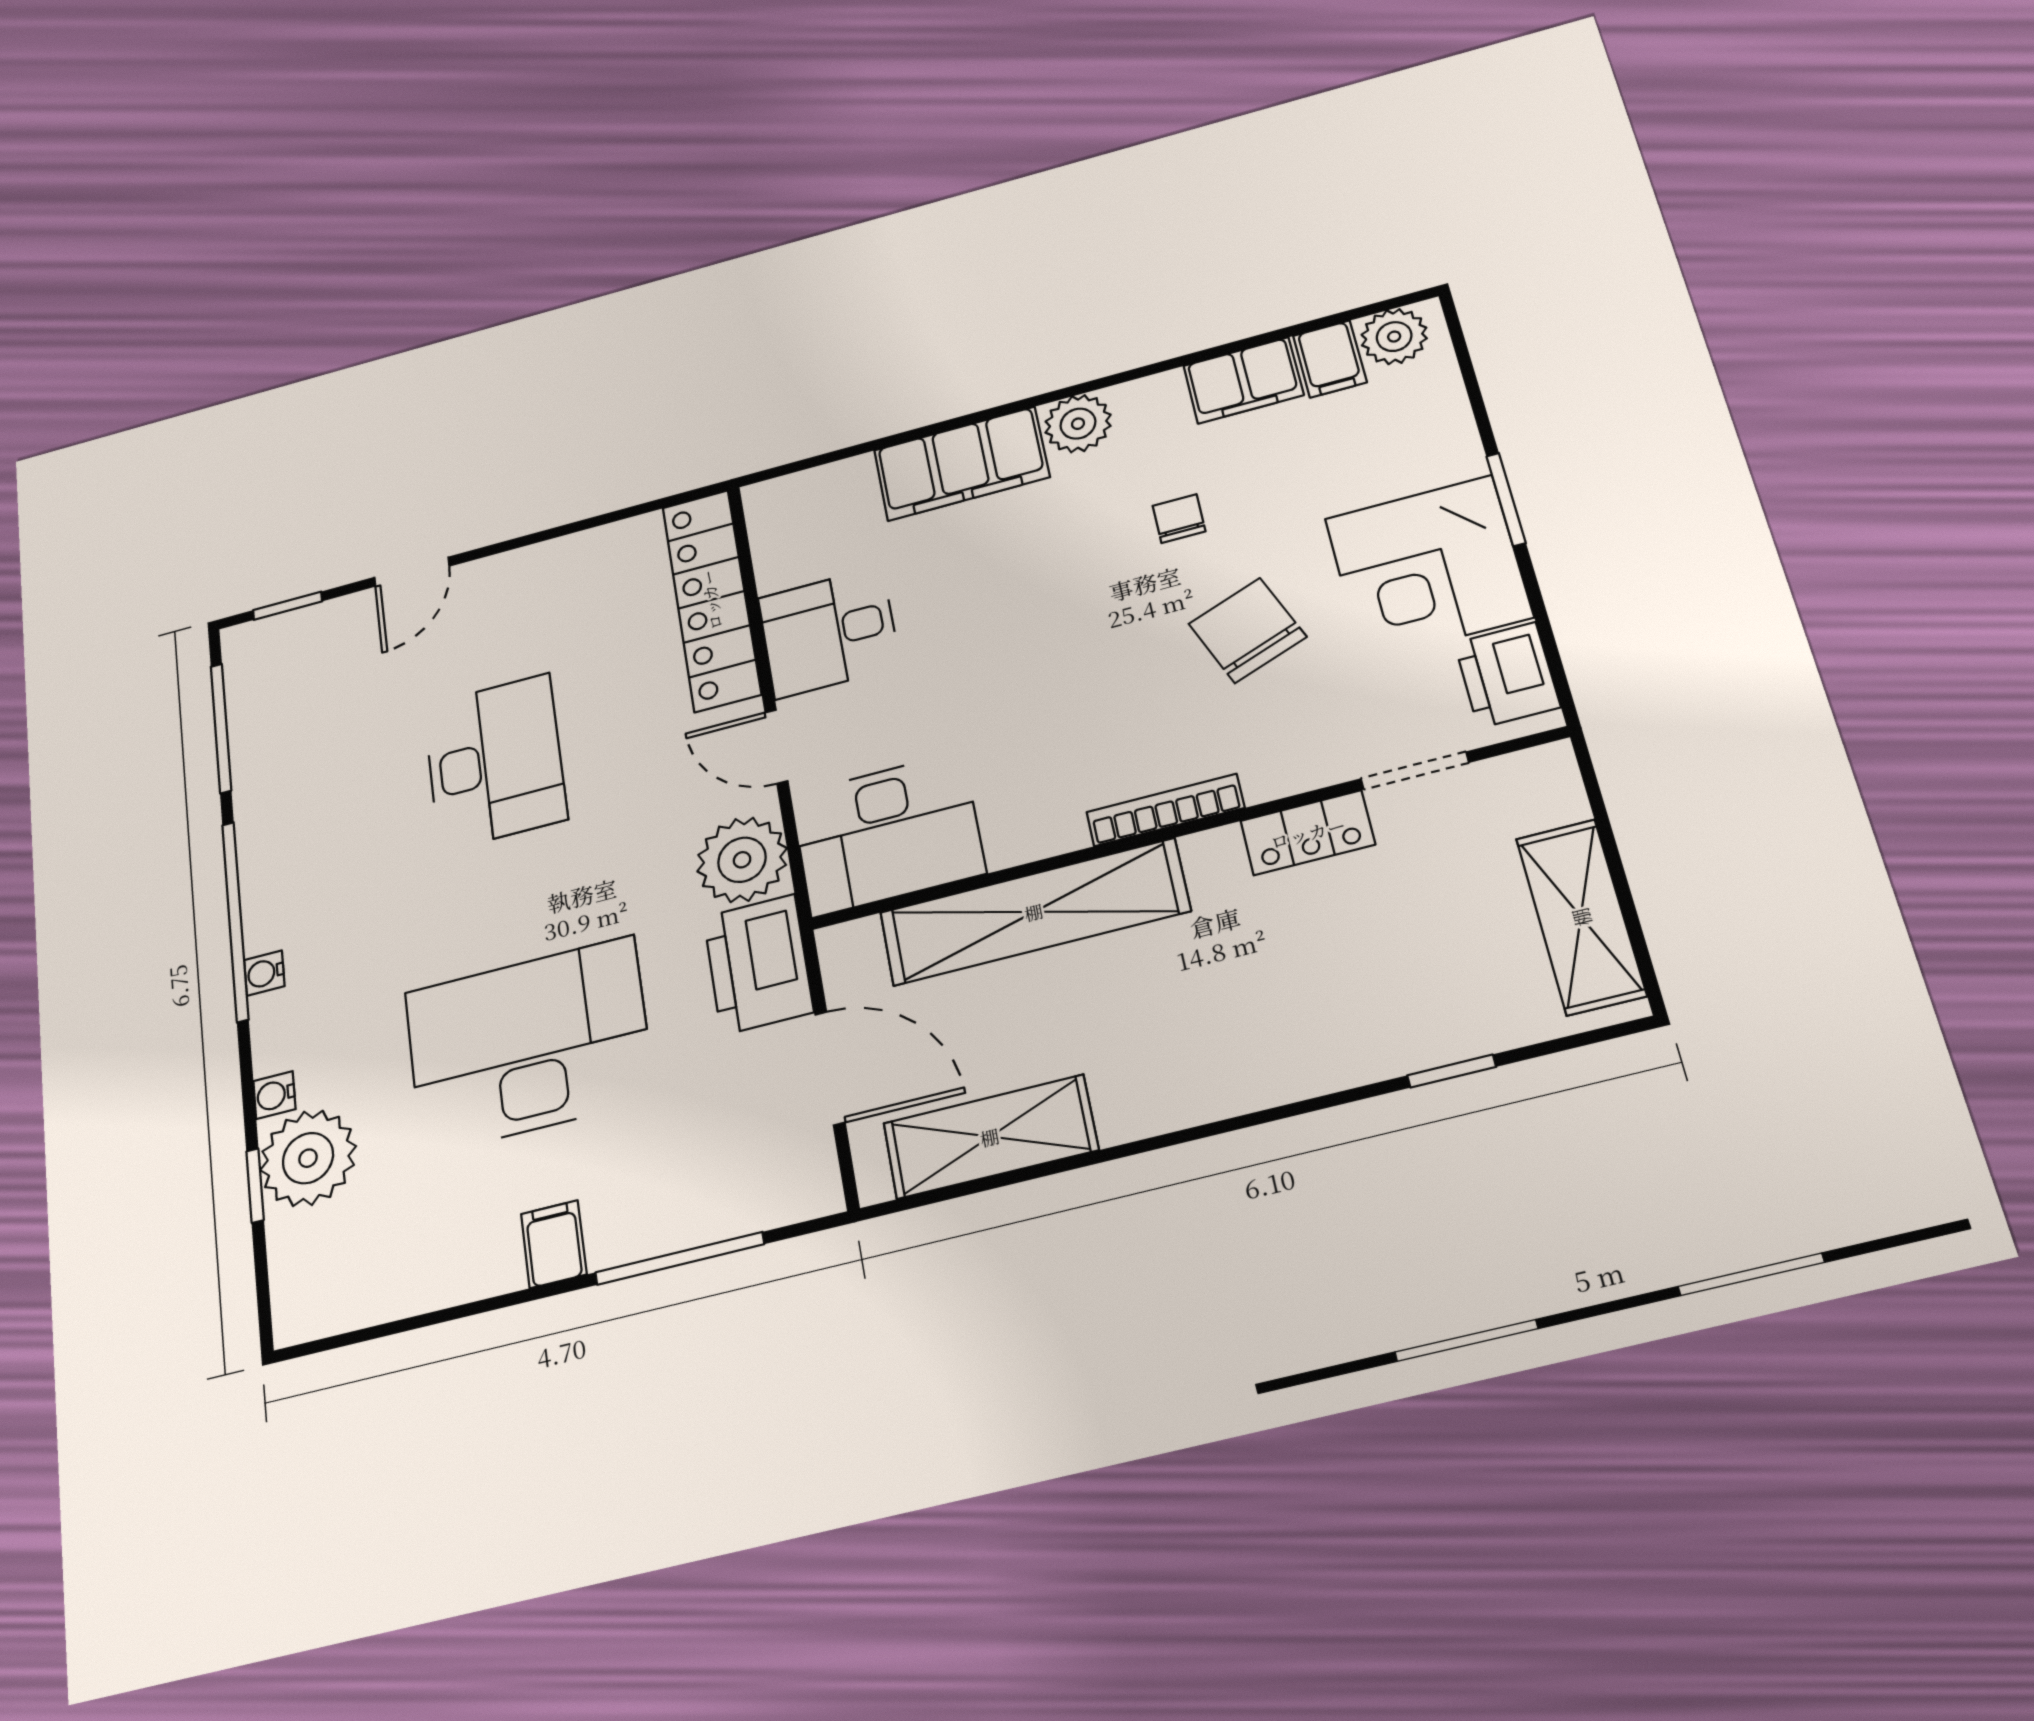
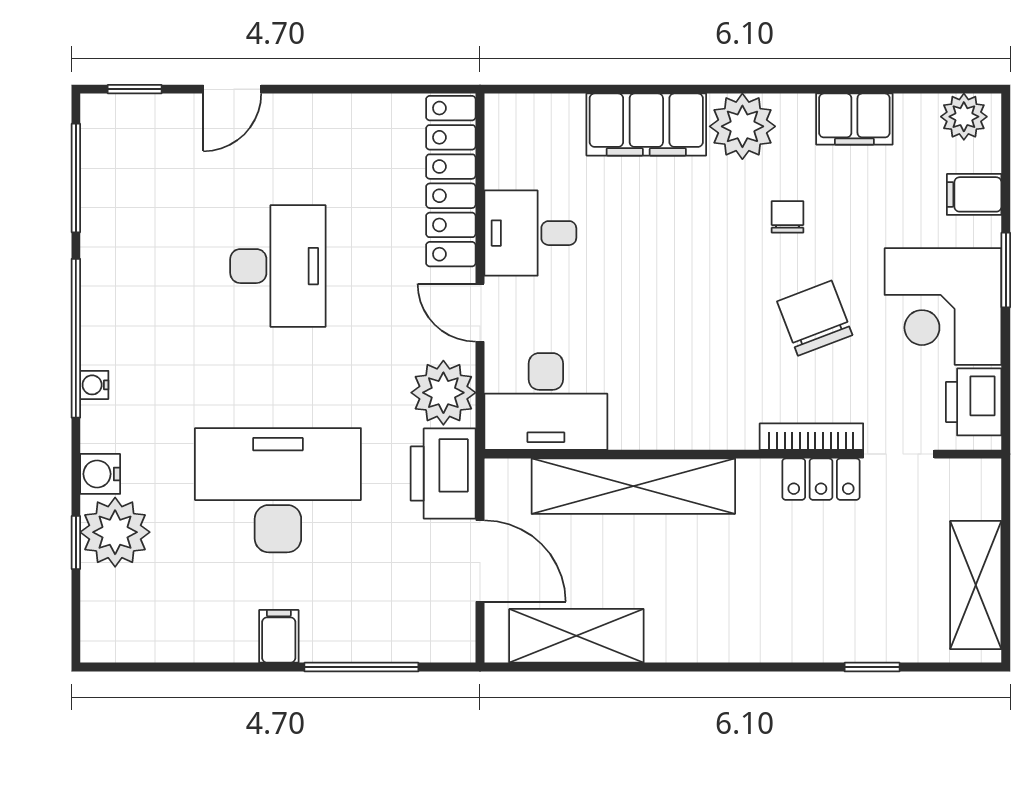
filing cabinet: (1330, 359) -> (974, 194), moved, turned 90
plant: (1078, 424) -> (742, 126), width x1.36, depth x1.36
bookcase: (1165, 810) -> (811, 437), moved
water cooler: (274, 1095) -> (100, 474), width x1.38, depth x1.38

